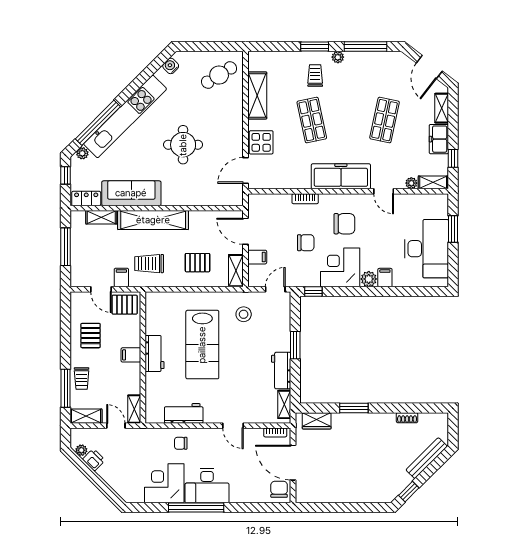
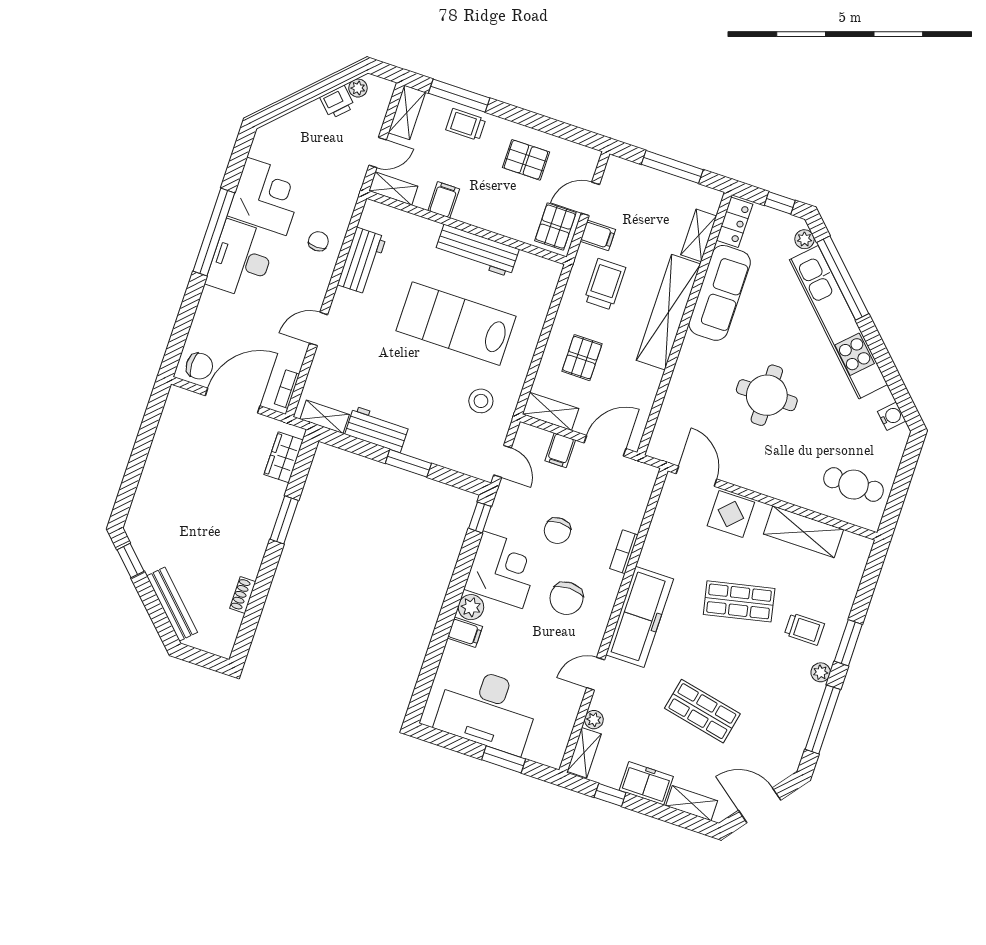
cafe table: (219, 75) -> (854, 485), turned -58
workbench: (155, 353) -> (477, 251), width x1.37
filing cabinet: (131, 355) -> (444, 200), moved

